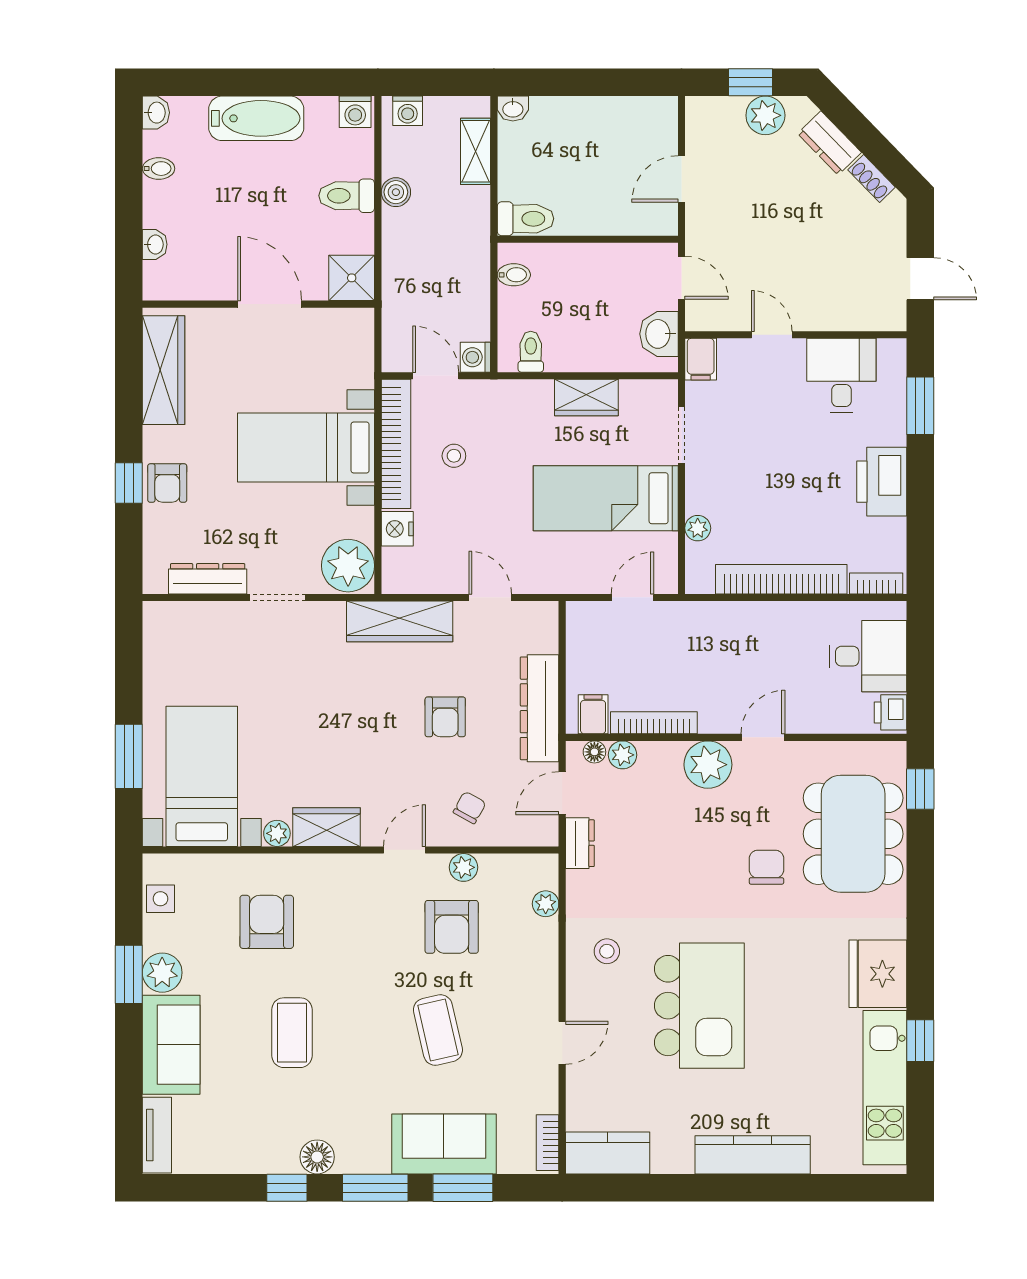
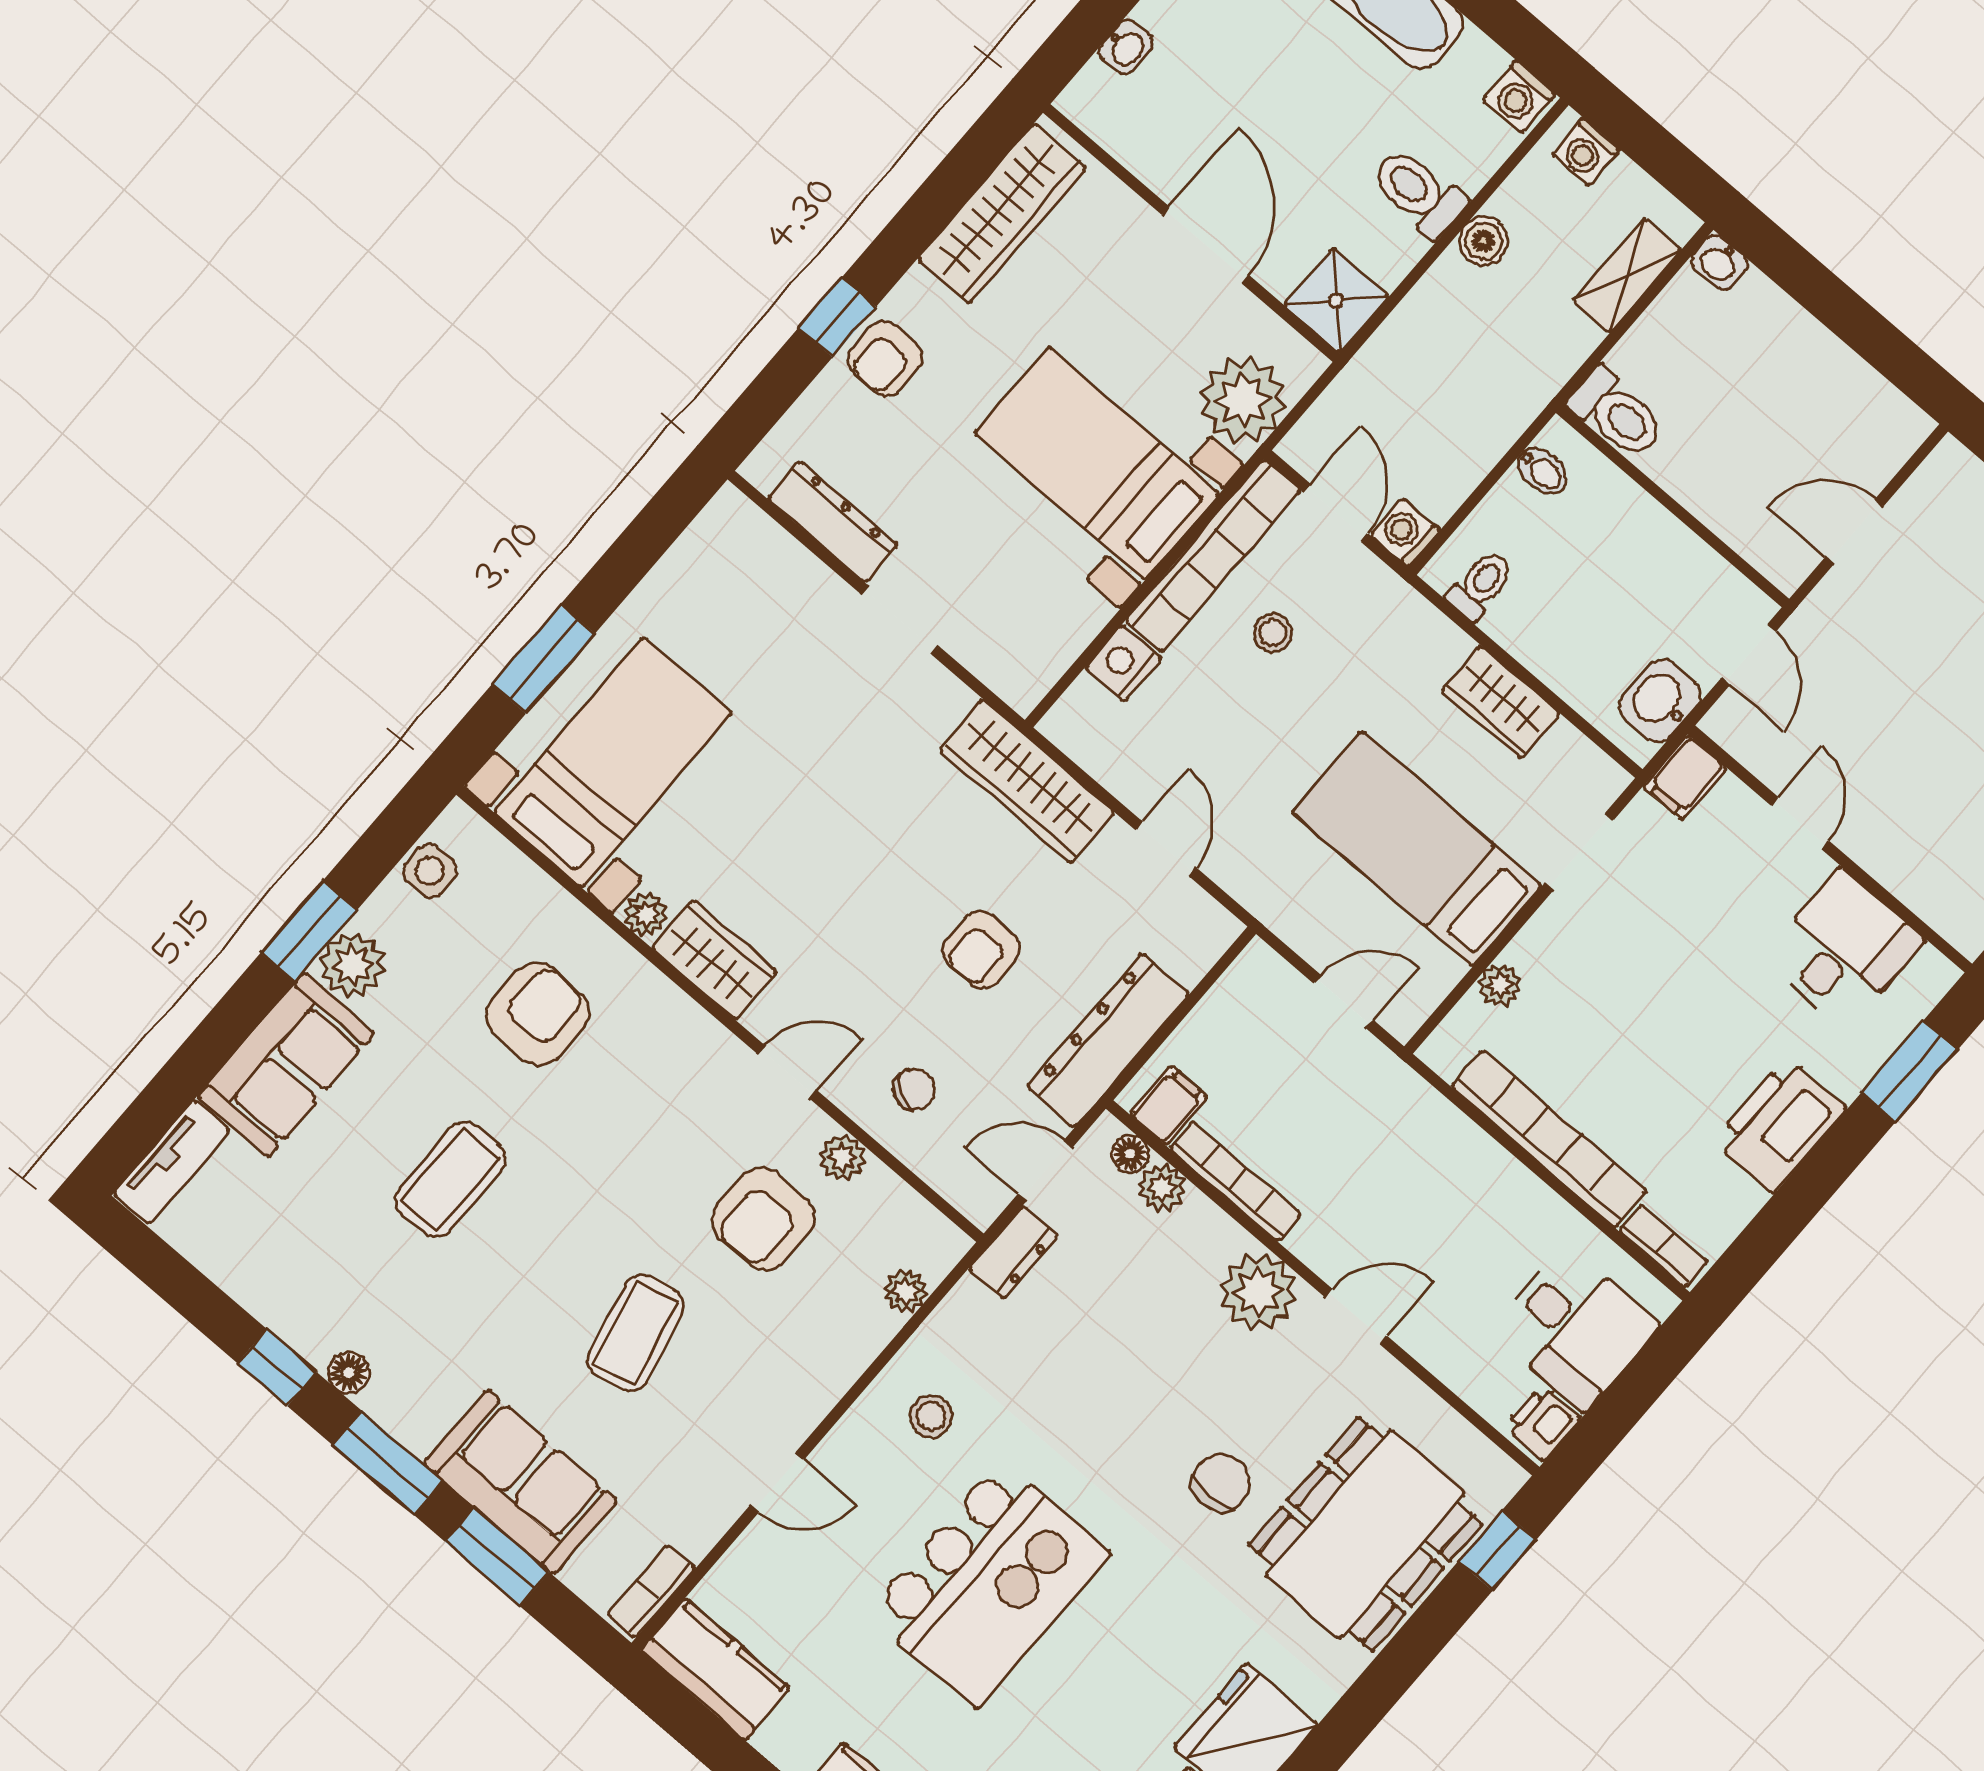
plant: (348, 566) -> (1243, 400), moved
floor lamp: (317, 1157) -> (349, 1373), width x0.73, depth x0.73

